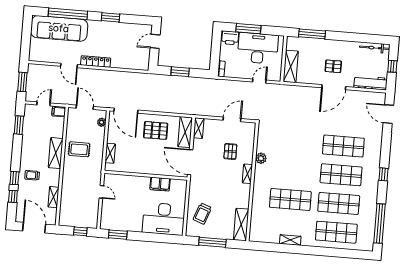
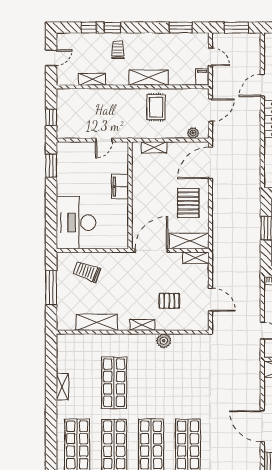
filing cabinet: (160, 184) -> (120, 187), moved
shelving: (241, 225) -> (97, 322), moved
door: (34, 228) -> (51, 58), width x0.53

